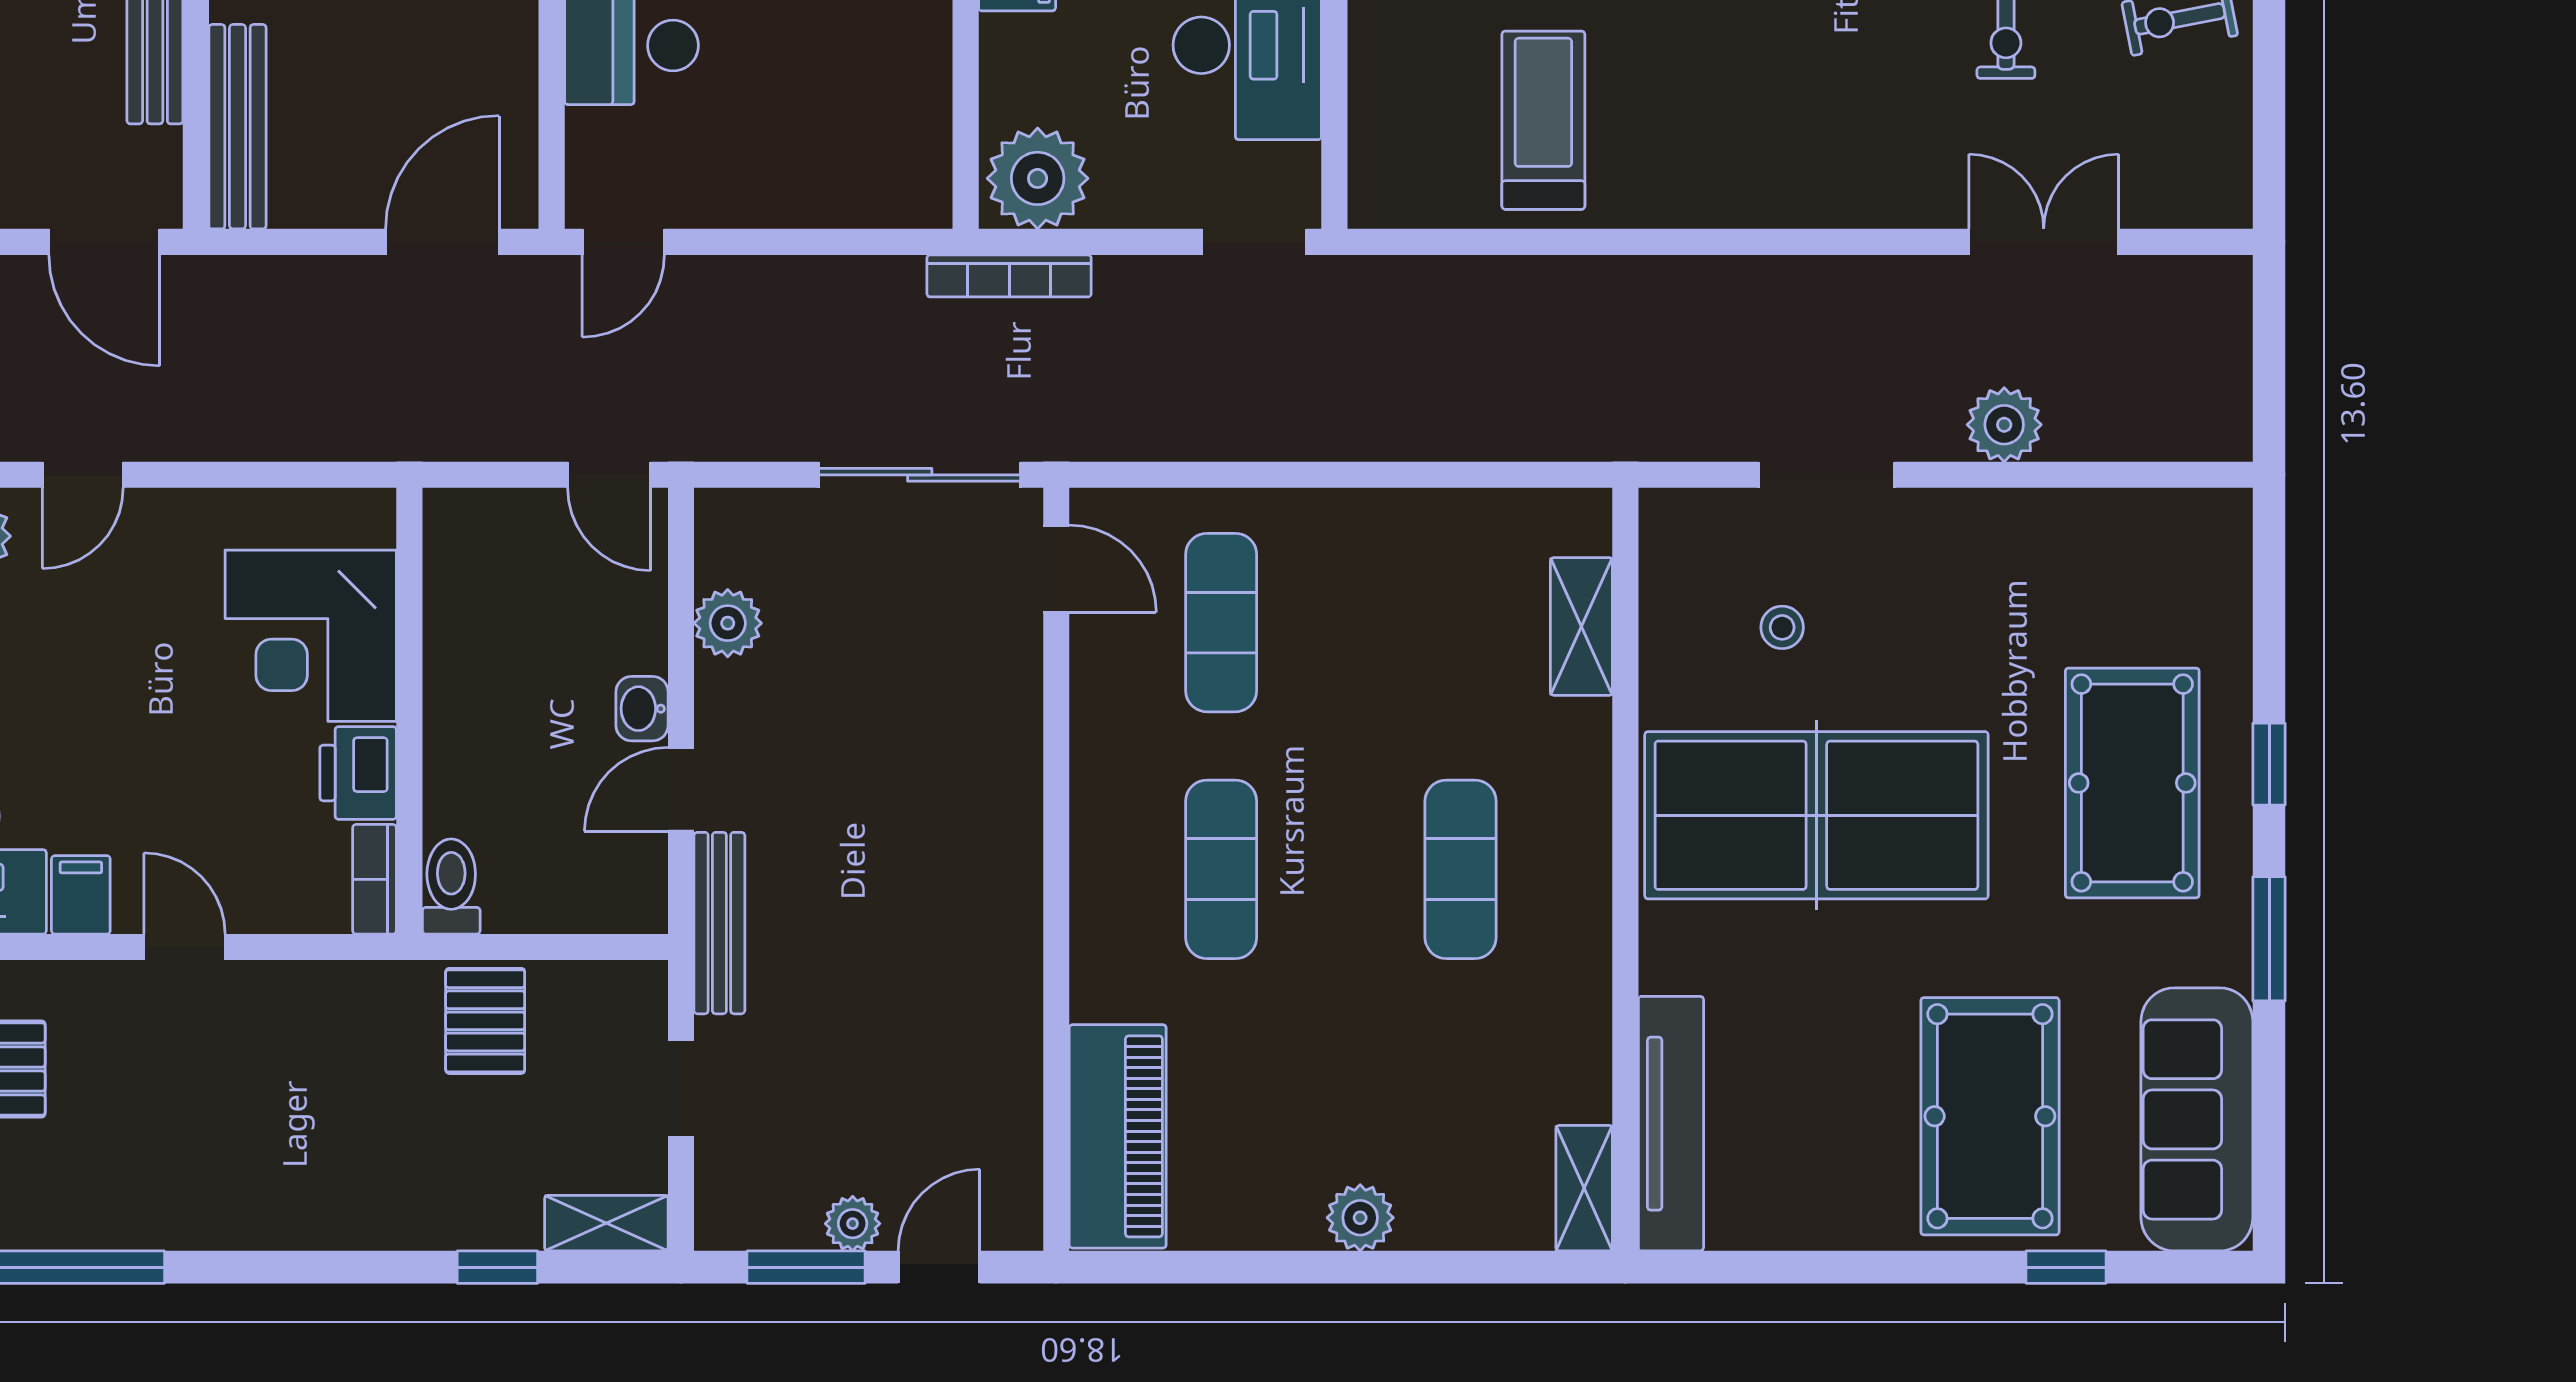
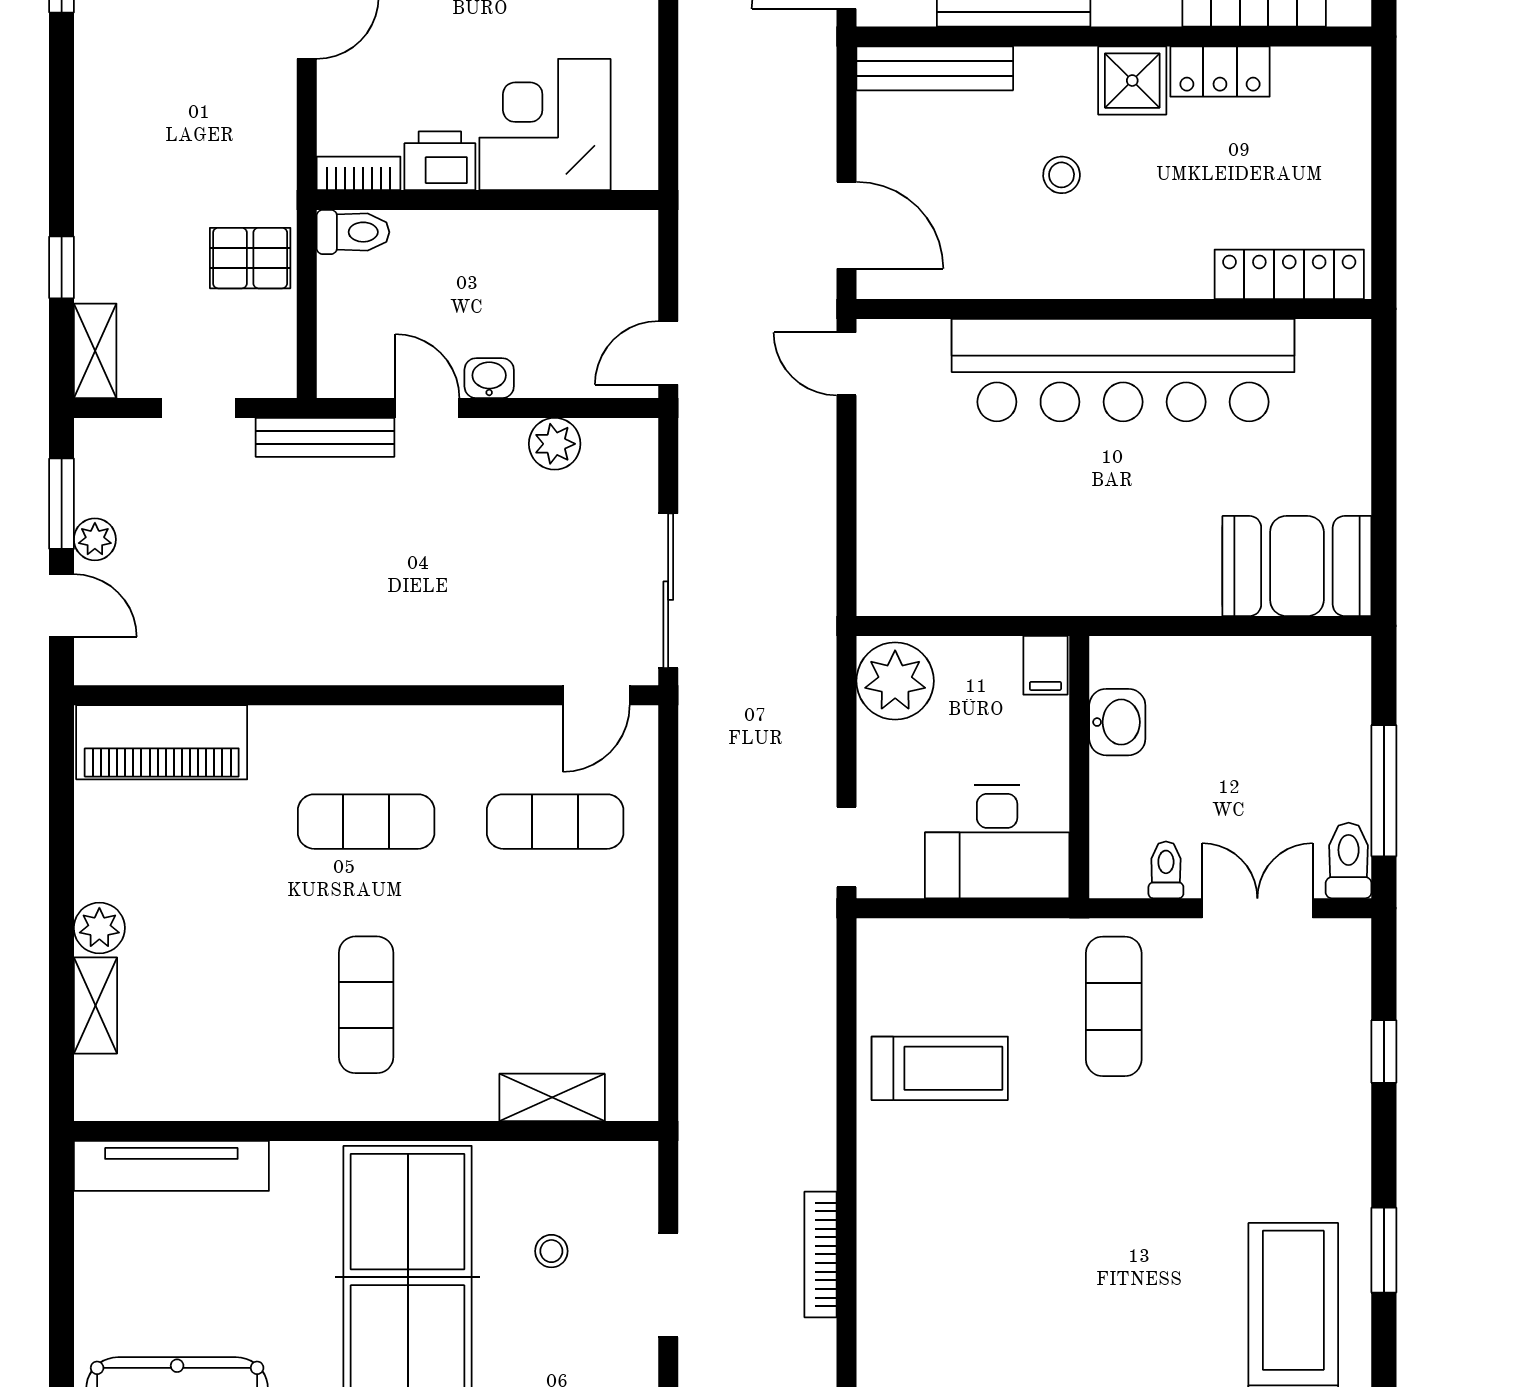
bookcase: (1009, 276) -> (821, 1254), moved
exercise mat: (1461, 869) -> (366, 1005), turned 90
shelving: (1584, 1188) -> (96, 1005), moved, turned 90

